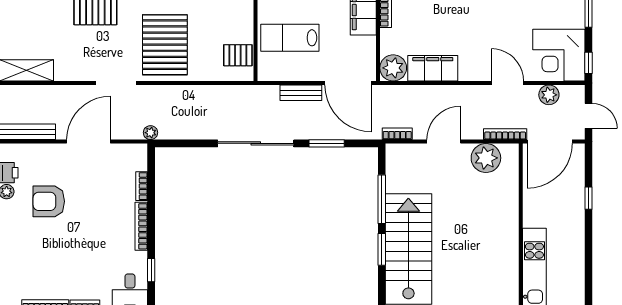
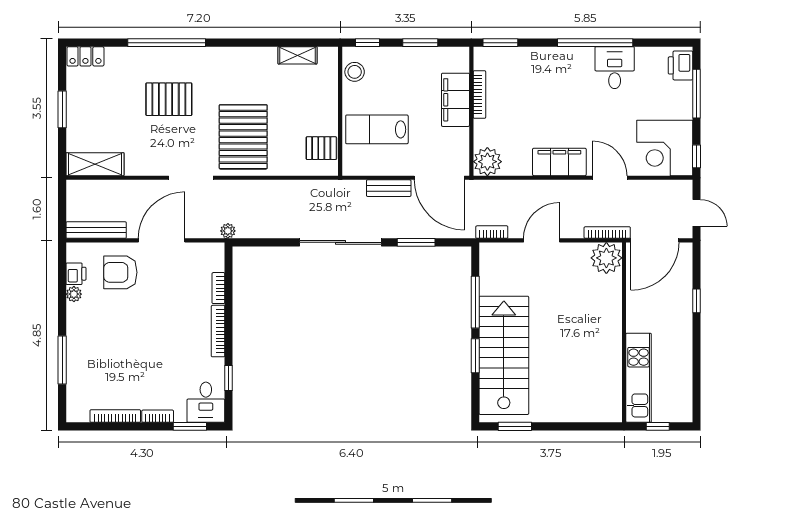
filing cabinet: (433, 68) -> (559, 162), moved
plant: (549, 95) -> (654, 190), removed
plant: (486, 158) -> (606, 258), moved
armchair: (49, 201) -> (120, 272), moved

